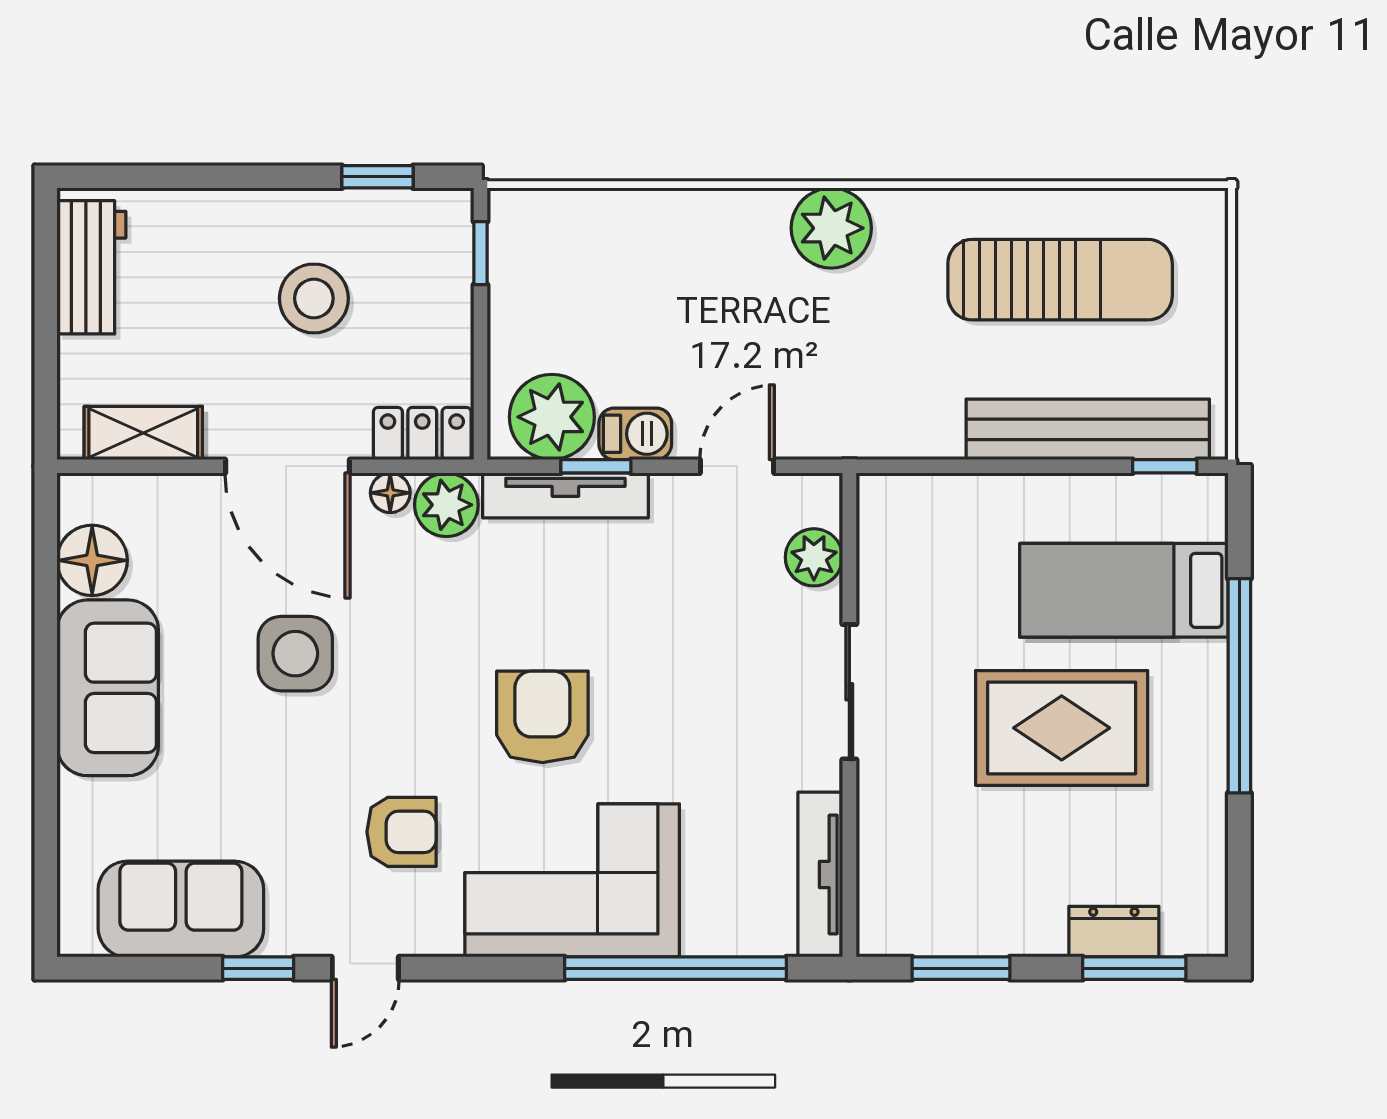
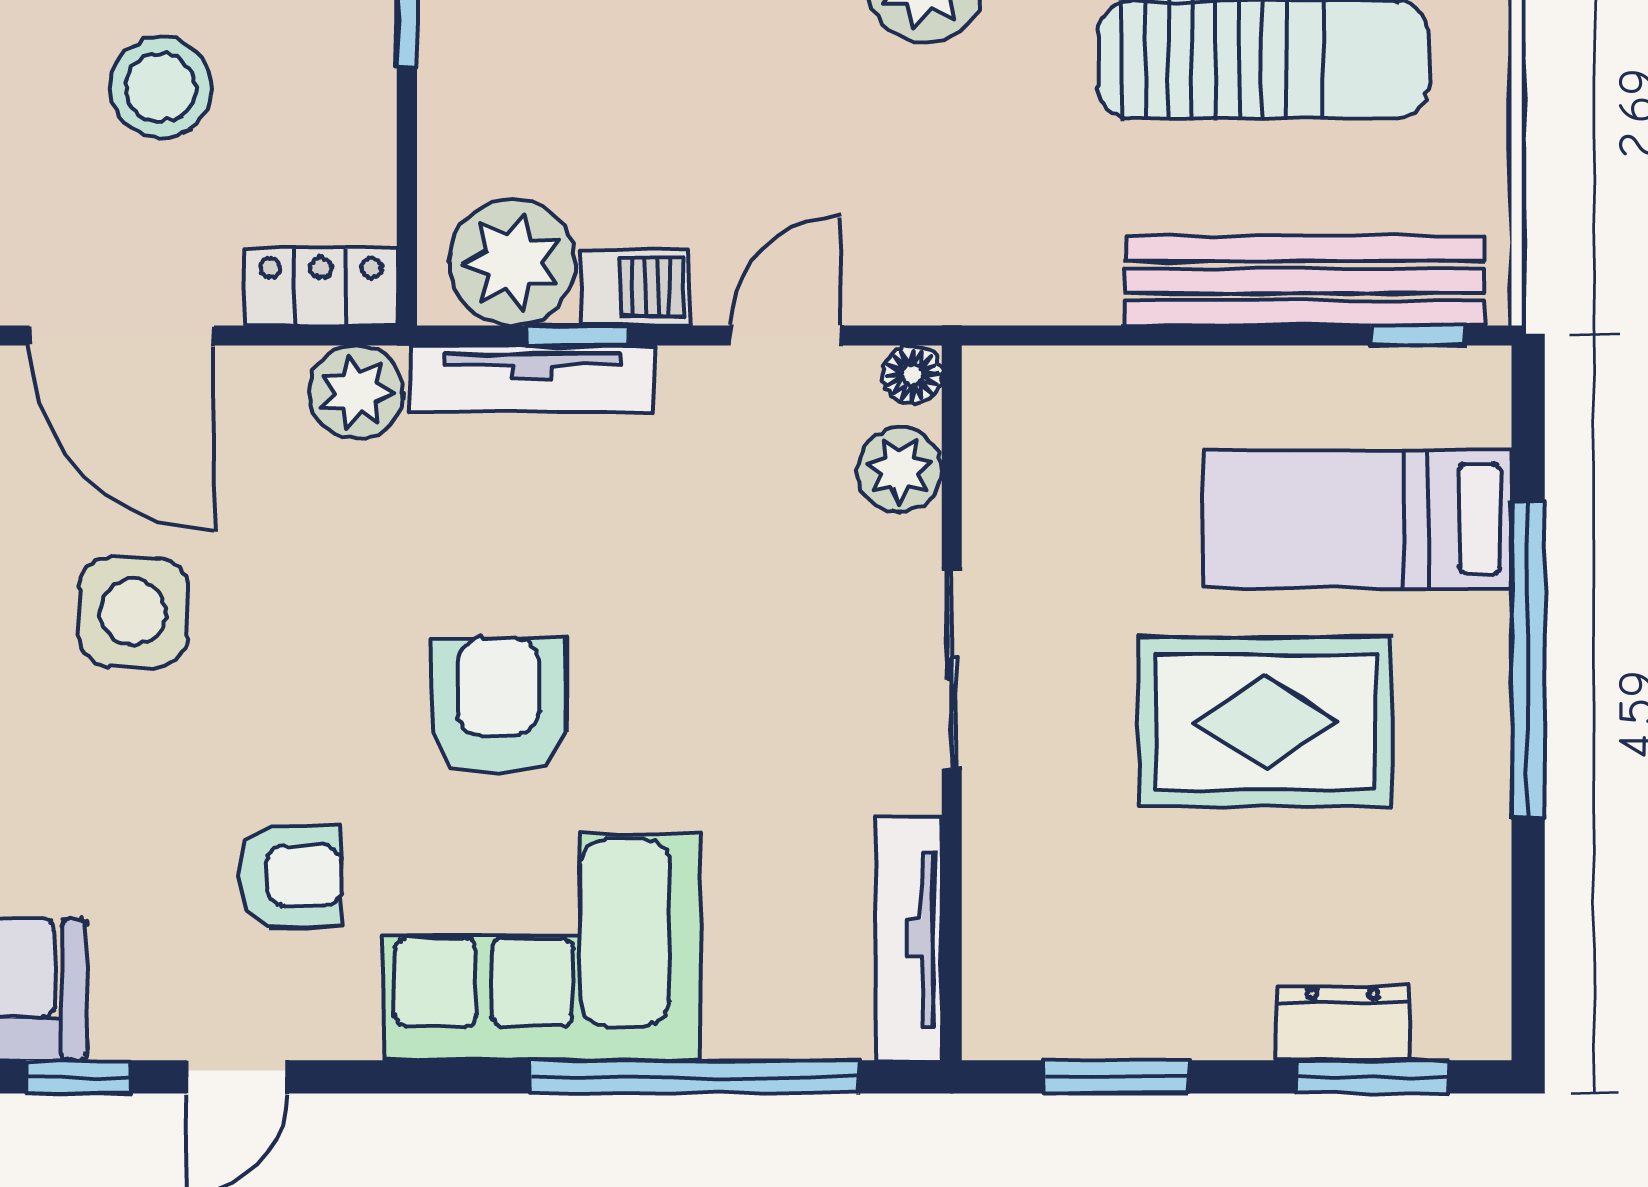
floor lamp: (390, 493) -> (913, 375), moved

